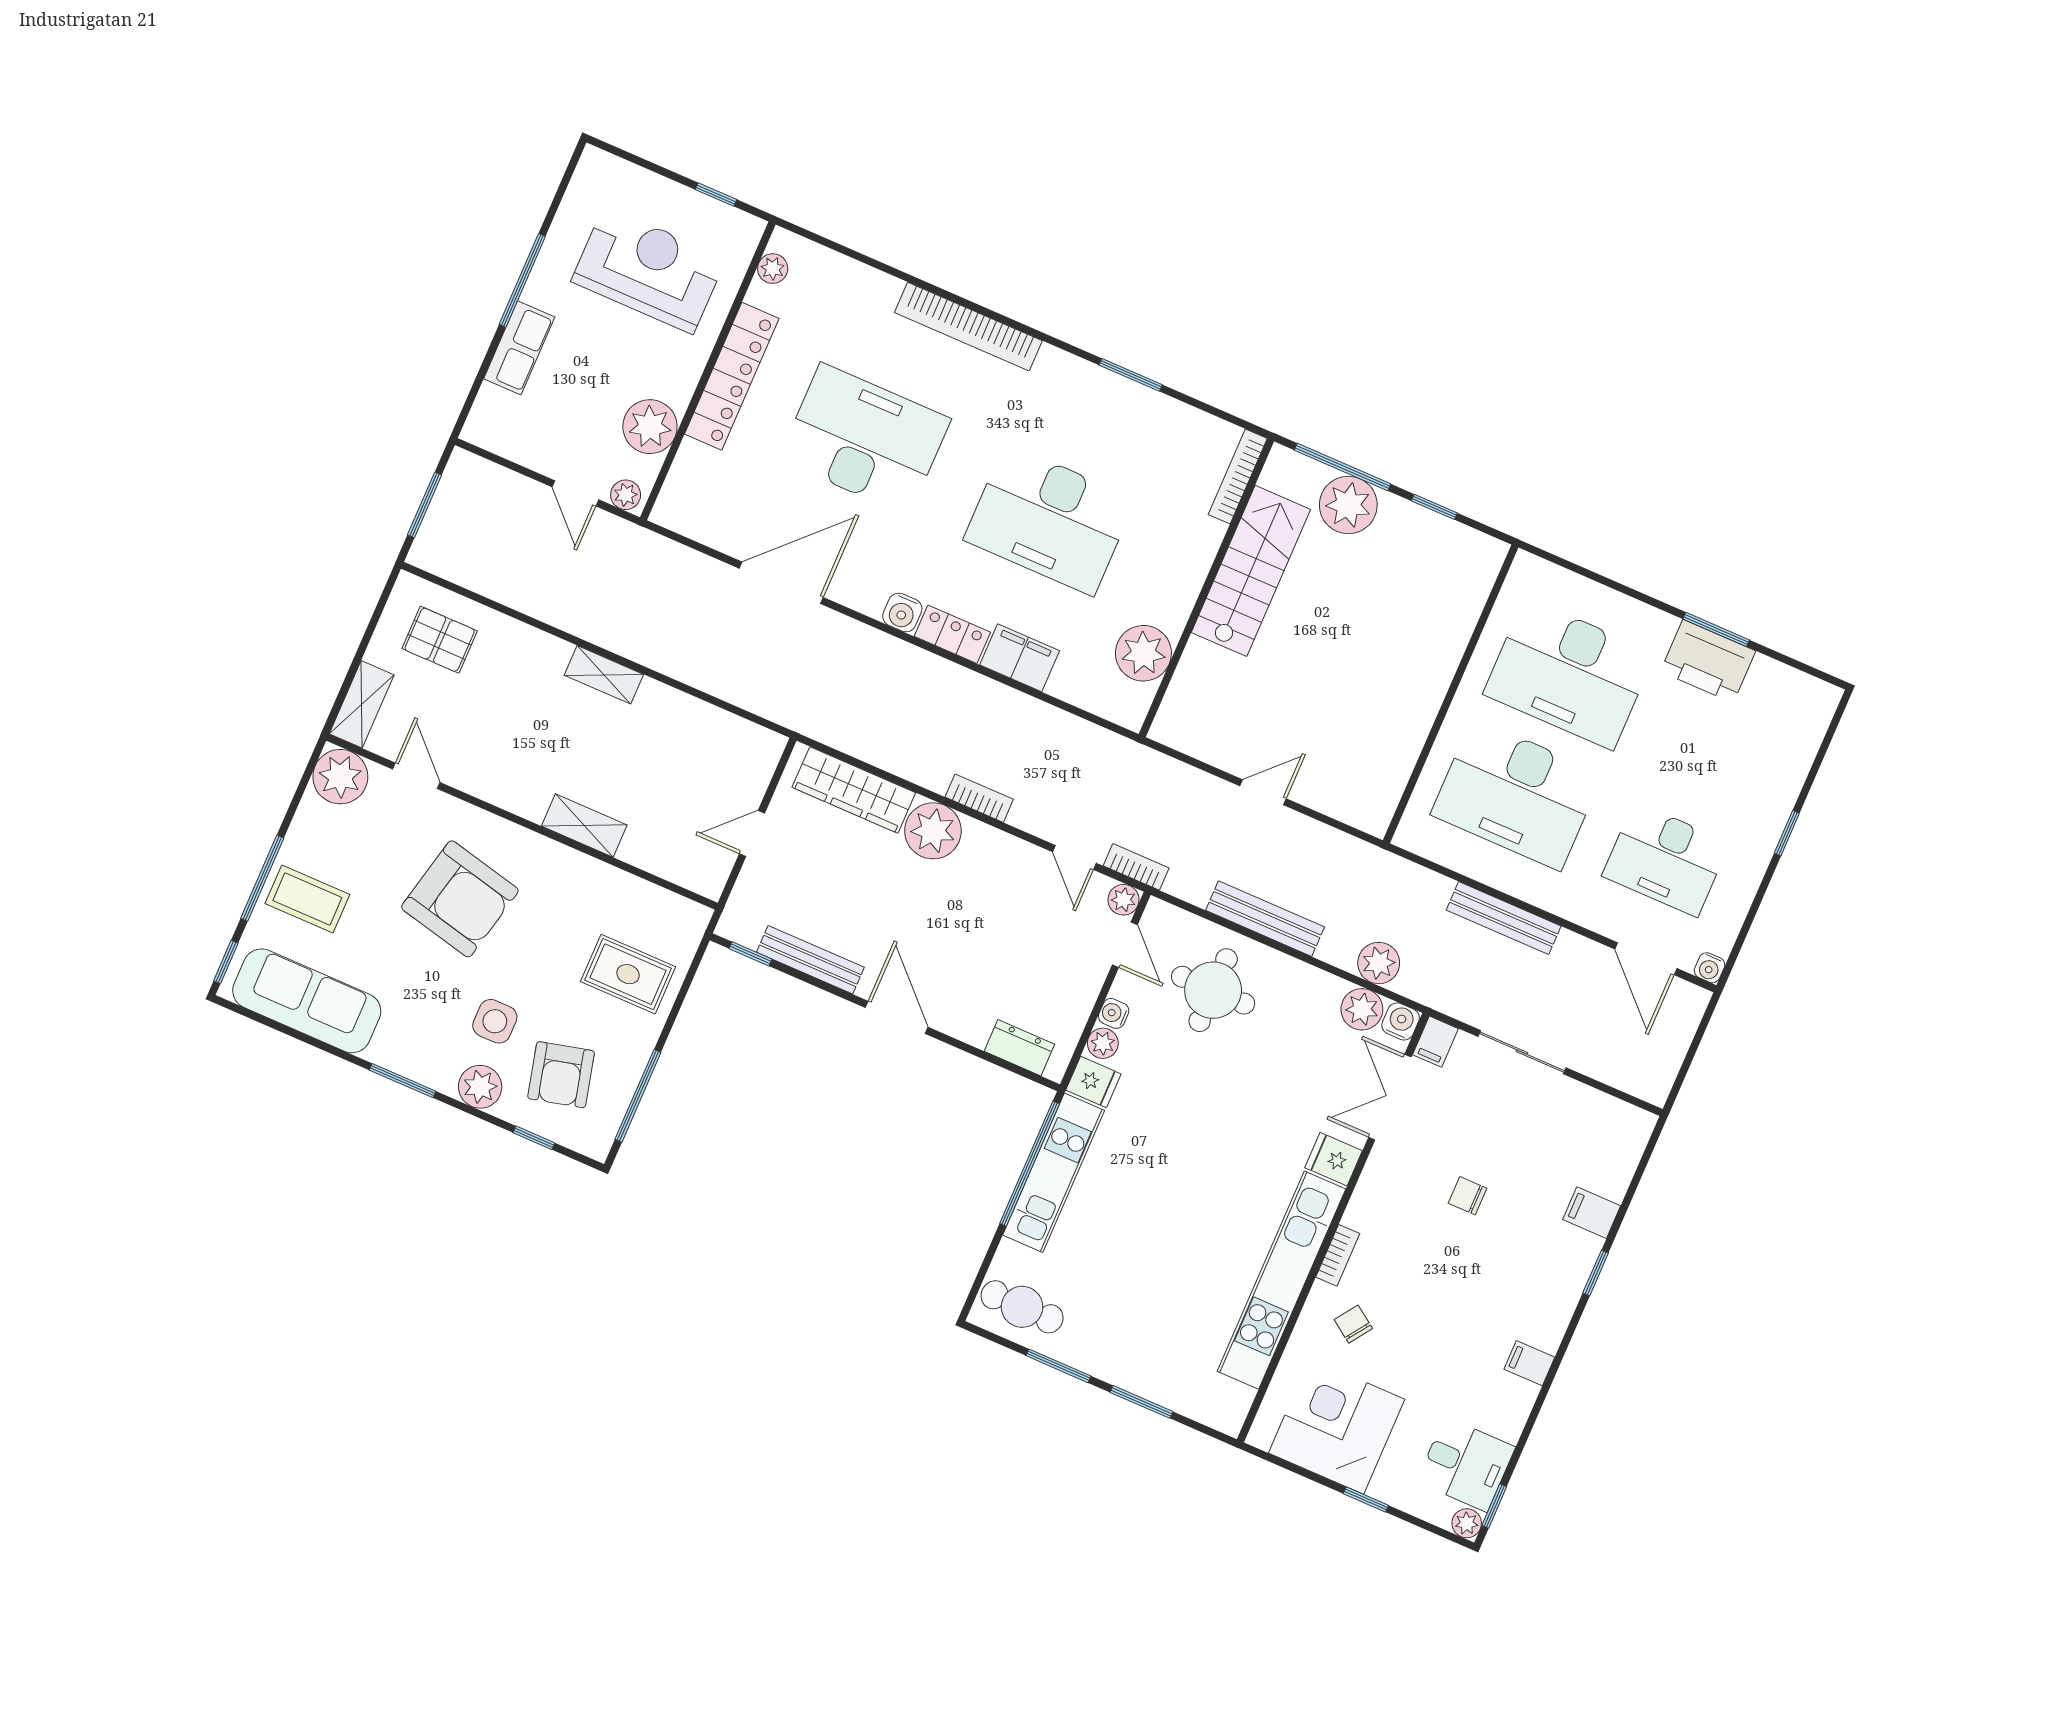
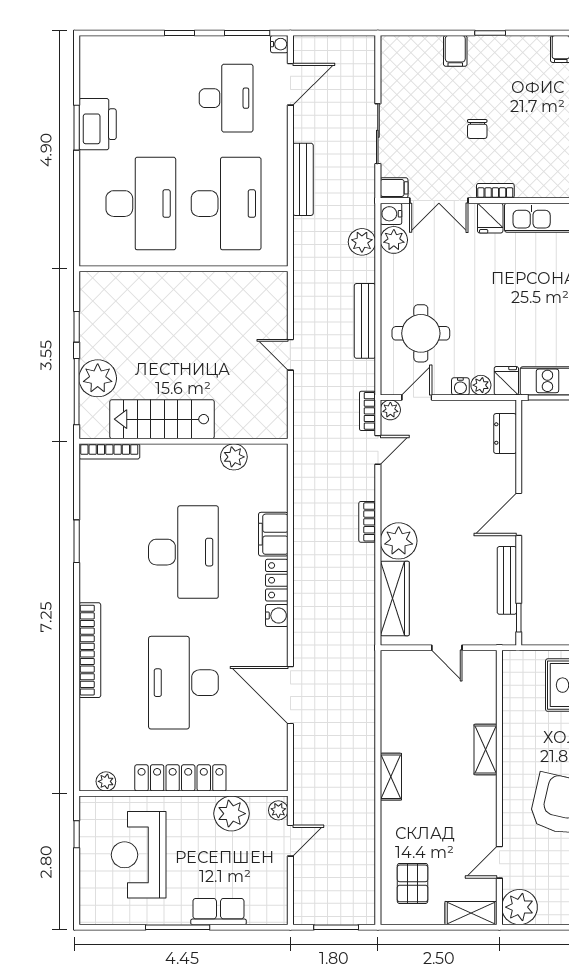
plant: (1143, 653) -> (234, 457), width x0.73, depth x0.73
window: (1745, 929) -> (247, 33), added
bookcase: (1338, 1255) -> (495, 191), moved

